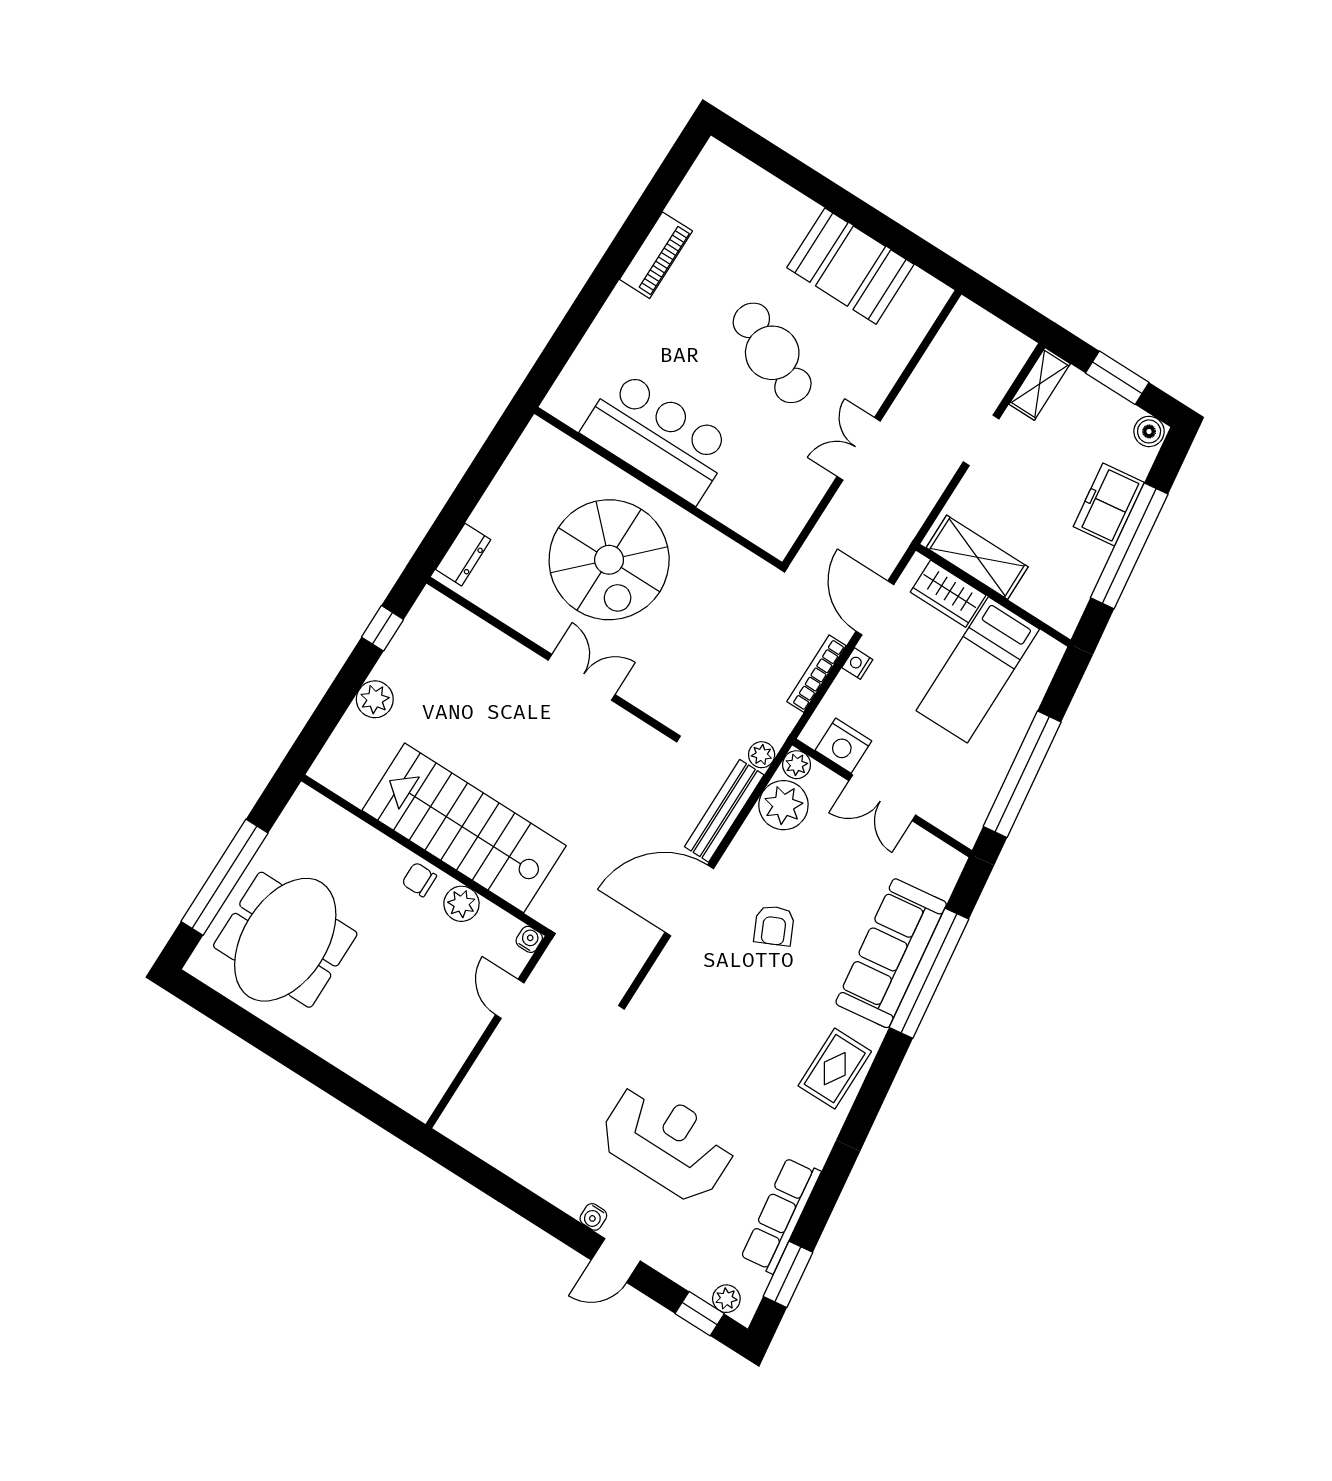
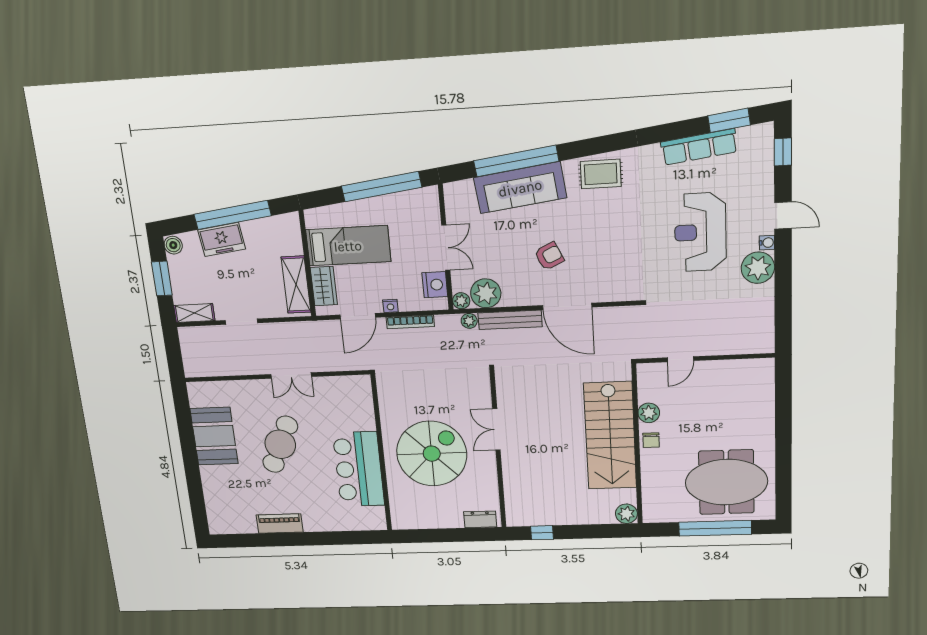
plant: (375, 699) -> (626, 514), moved
water cooler: (529, 939) -> (643, 370), removed
plant: (726, 1299) -> (758, 268), moved, width x1.87, depth x1.87

